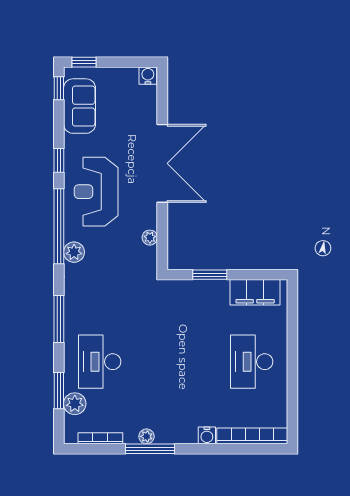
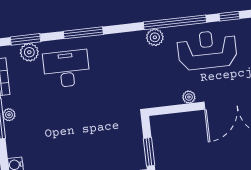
plant: (150, 238) -> (189, 97), moved
window: (59, 319) -> (83, 33), moved
window: (59, 391) -> (25, 39), moved

